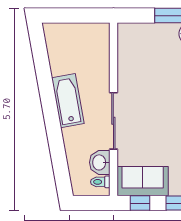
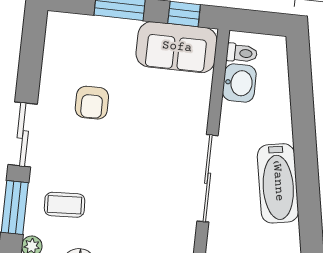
sliding door: (113, 121) -> (208, 178), moved

